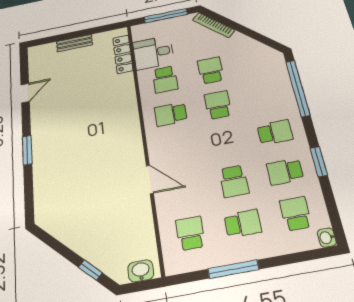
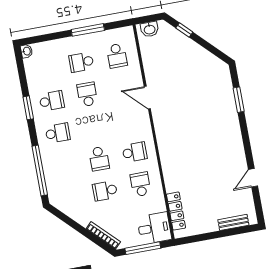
bench: (74, 43) -> (233, 222), moved
desk: (153, 53) -> (154, 228), moved
school desk: (211, 70) -> (105, 191), turned 90
school desk: (275, 132) -> (58, 133), turned 180
window: (27, 150) -> (239, 100), moved
school desk: (296, 214) -> (46, 69), removed

